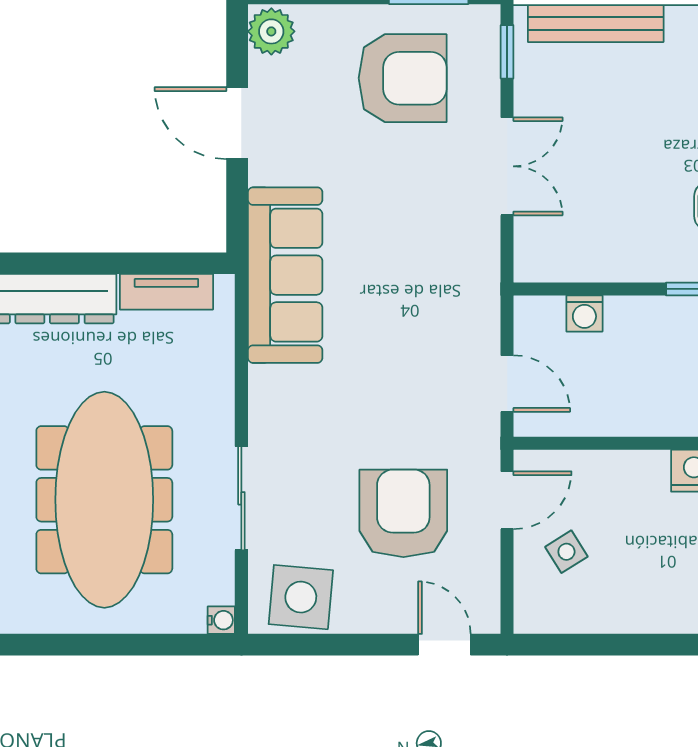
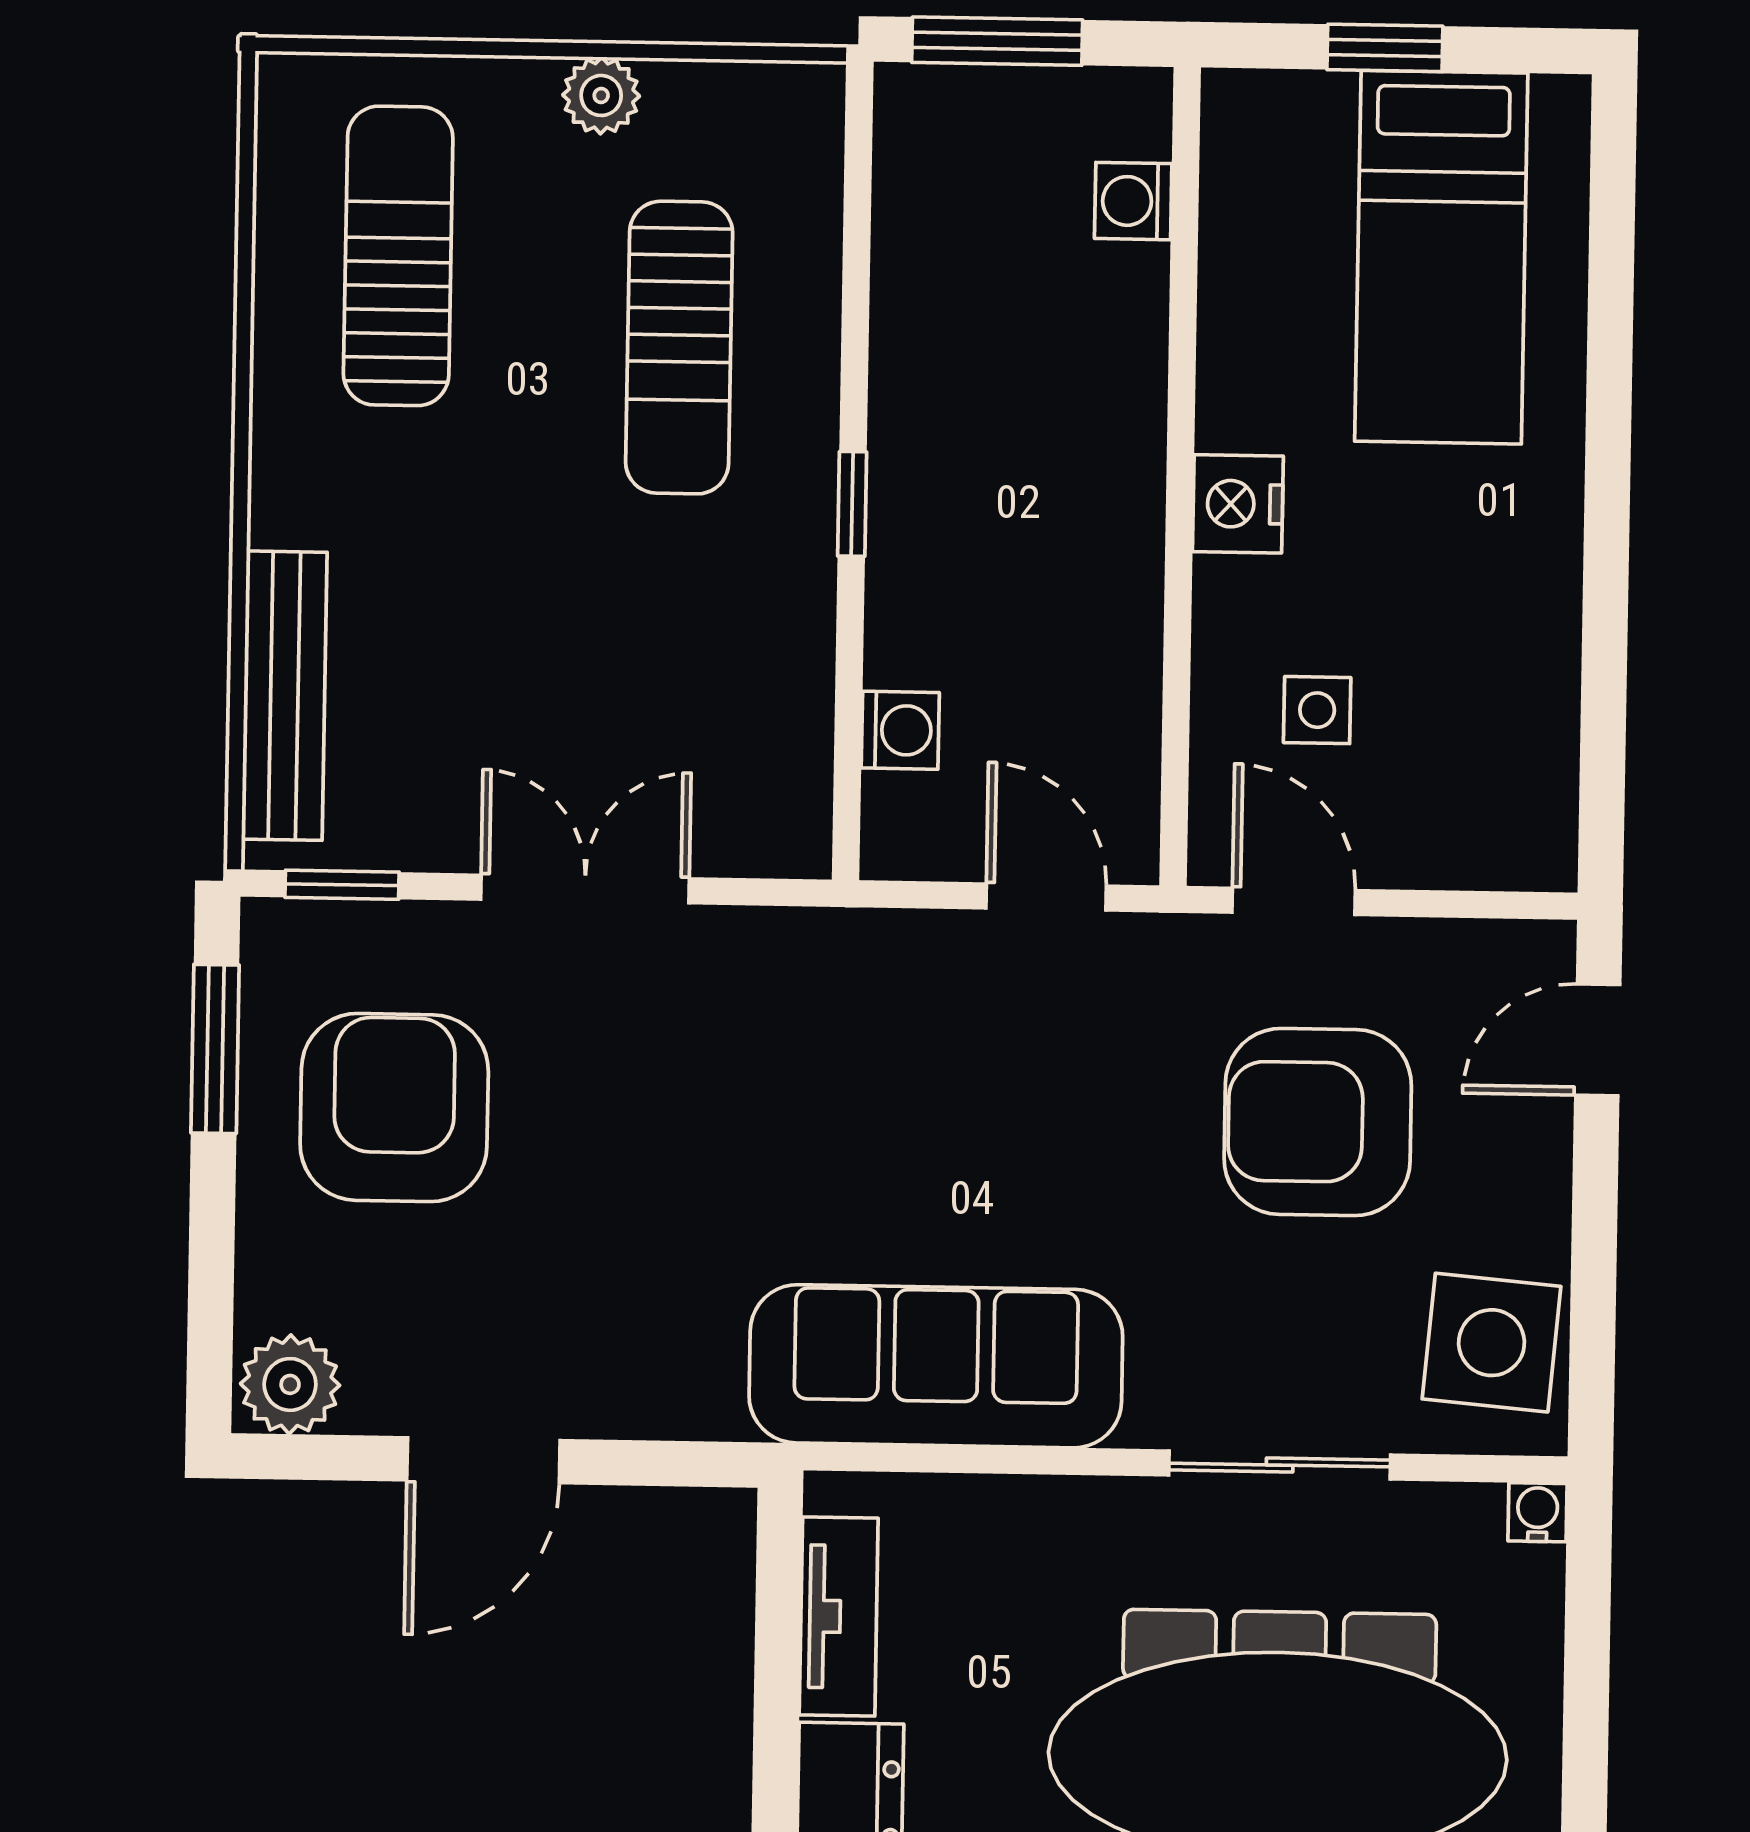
sofa: (285, 275) -> (936, 1366), moved
door: (507, 384) -> (1046, 897), hinge flipped
side table: (566, 552) -> (1317, 710), moved, turned 32

